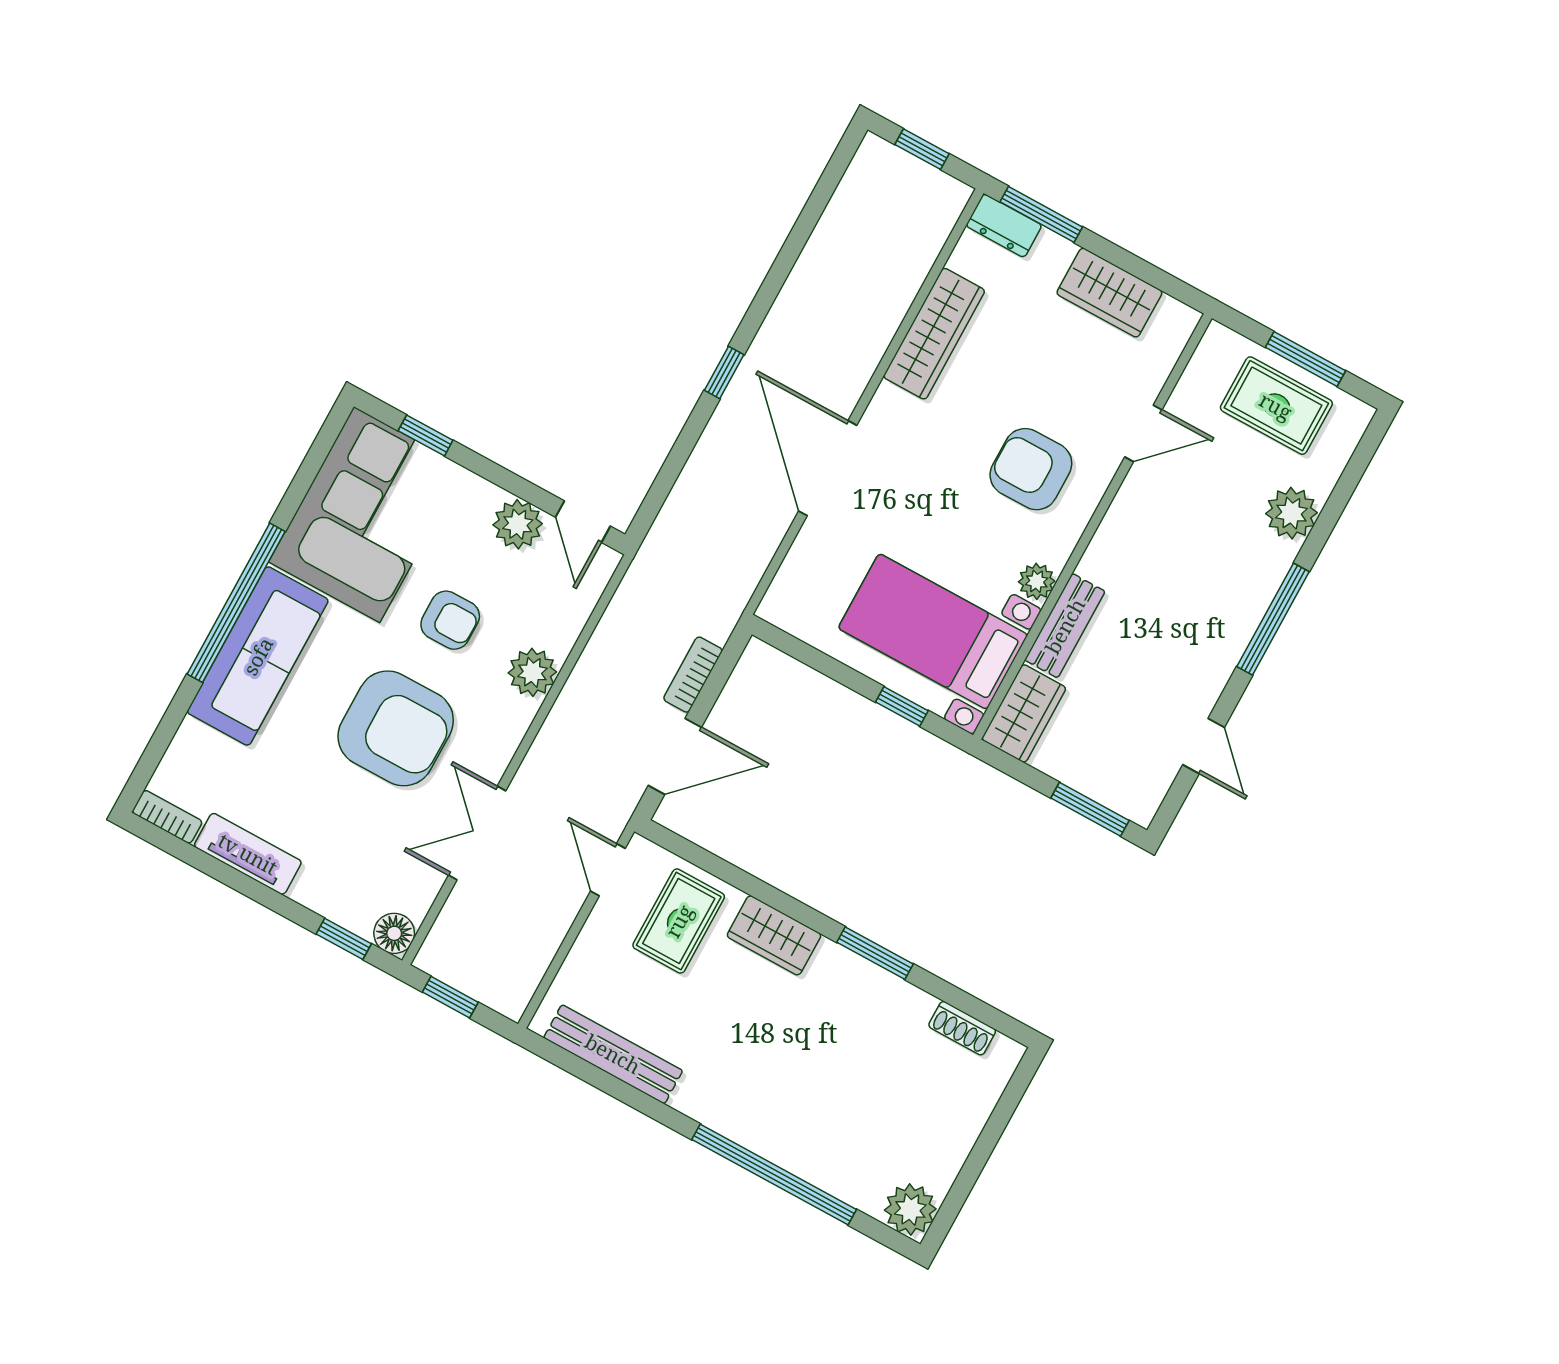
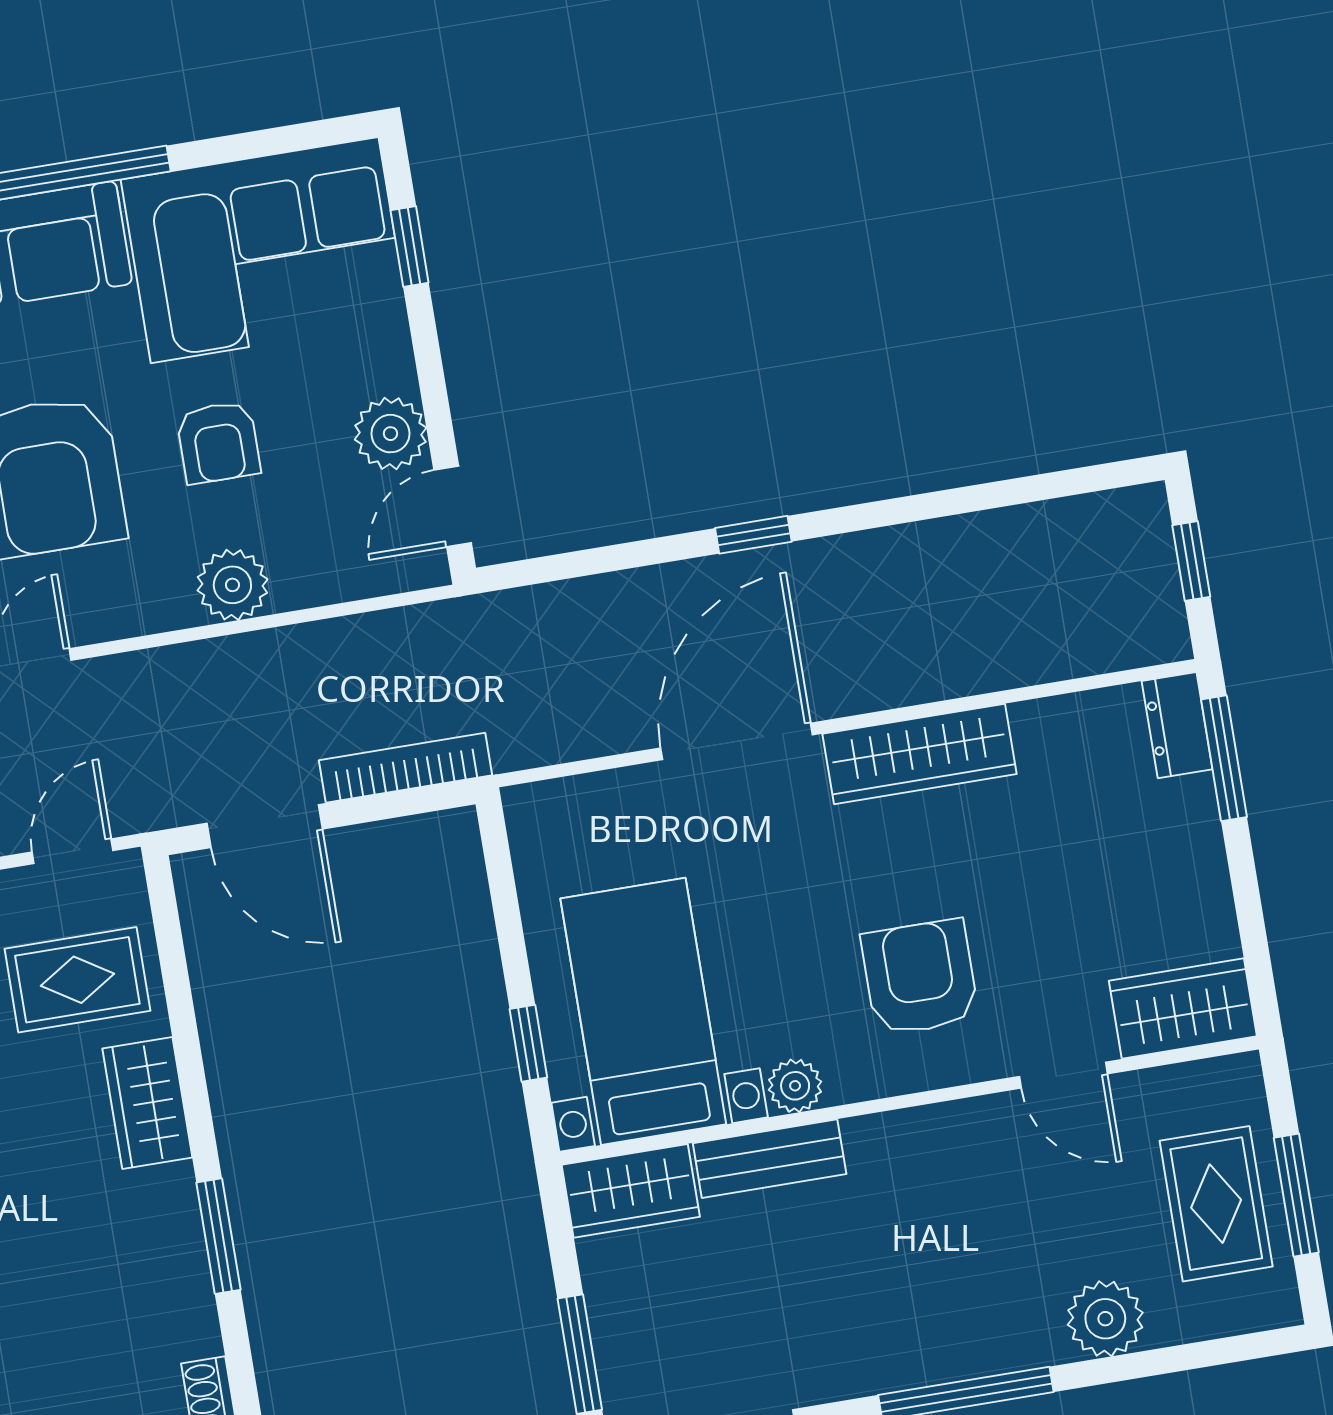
wardrobe: (1109, 293) -> (1183, 1009), moved, turned 90
wardrobe: (934, 334) -> (919, 754), moved
bookcase: (693, 675) -> (405, 768), width x1.56

